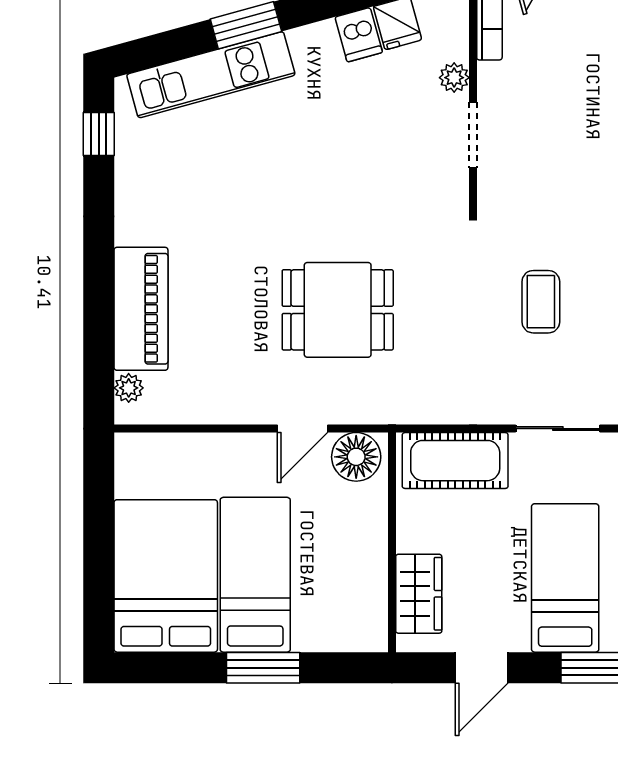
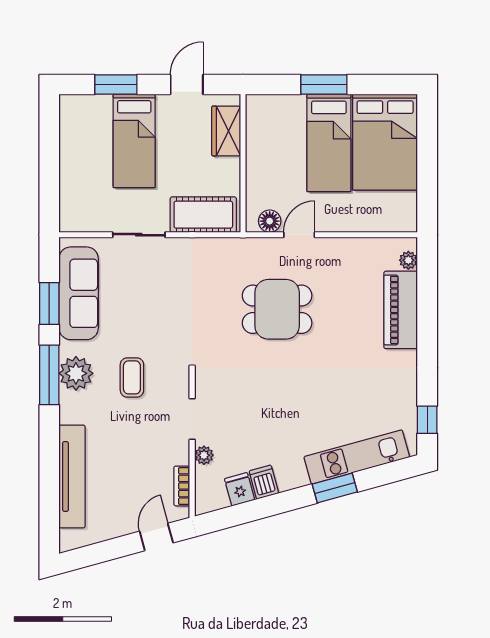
coffee table: (541, 302) -> (132, 377), moved
floor lamp: (356, 457) -> (270, 221), width x0.73, depth x0.73

